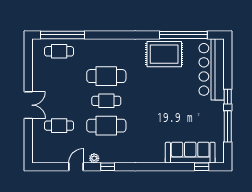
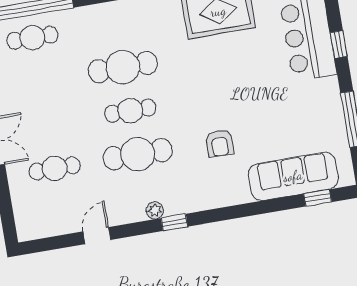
window: (228, 97) -> (339, 44), moved
armchair: (153, 127) -> (220, 143), added
plant: (94, 158) -> (155, 210), moved
window: (108, 167) -> (174, 222), moved

